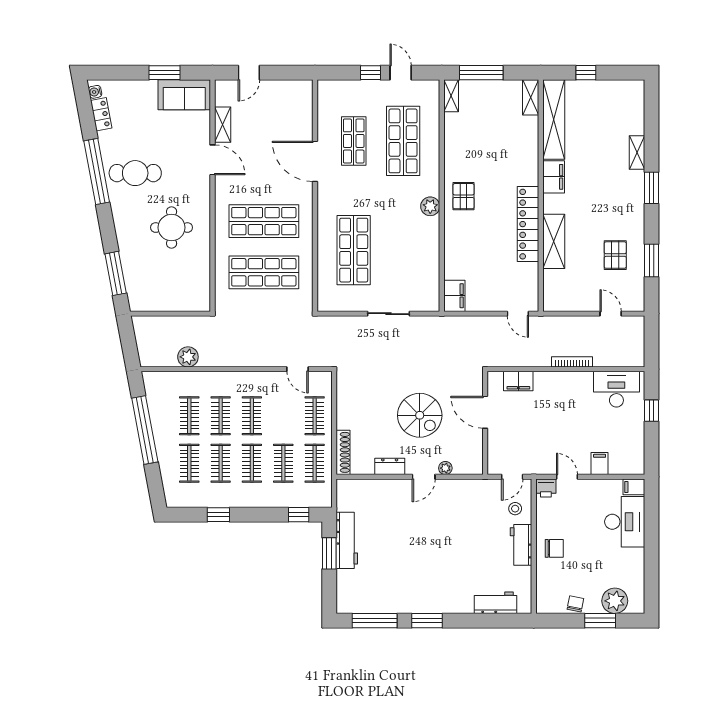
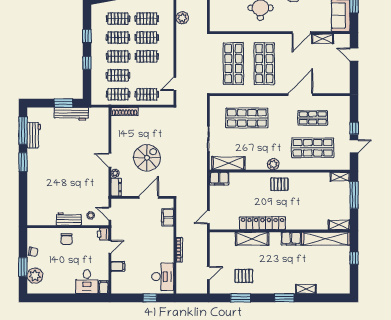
shelving: (429, 281) -> (228, 163), added
spiral stairs: (420, 415) -> (147, 158), turned 180
dresser: (390, 466) -> (116, 187), moved
window: (299, 515) -> (87, 63), moved
desk: (625, 522) -> (87, 282), width x0.73
workbench: (496, 603) -> (34, 135), moved

